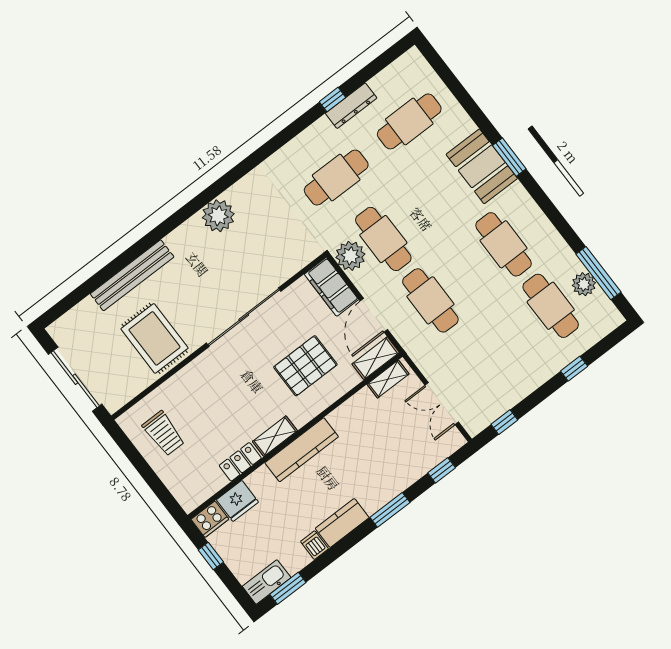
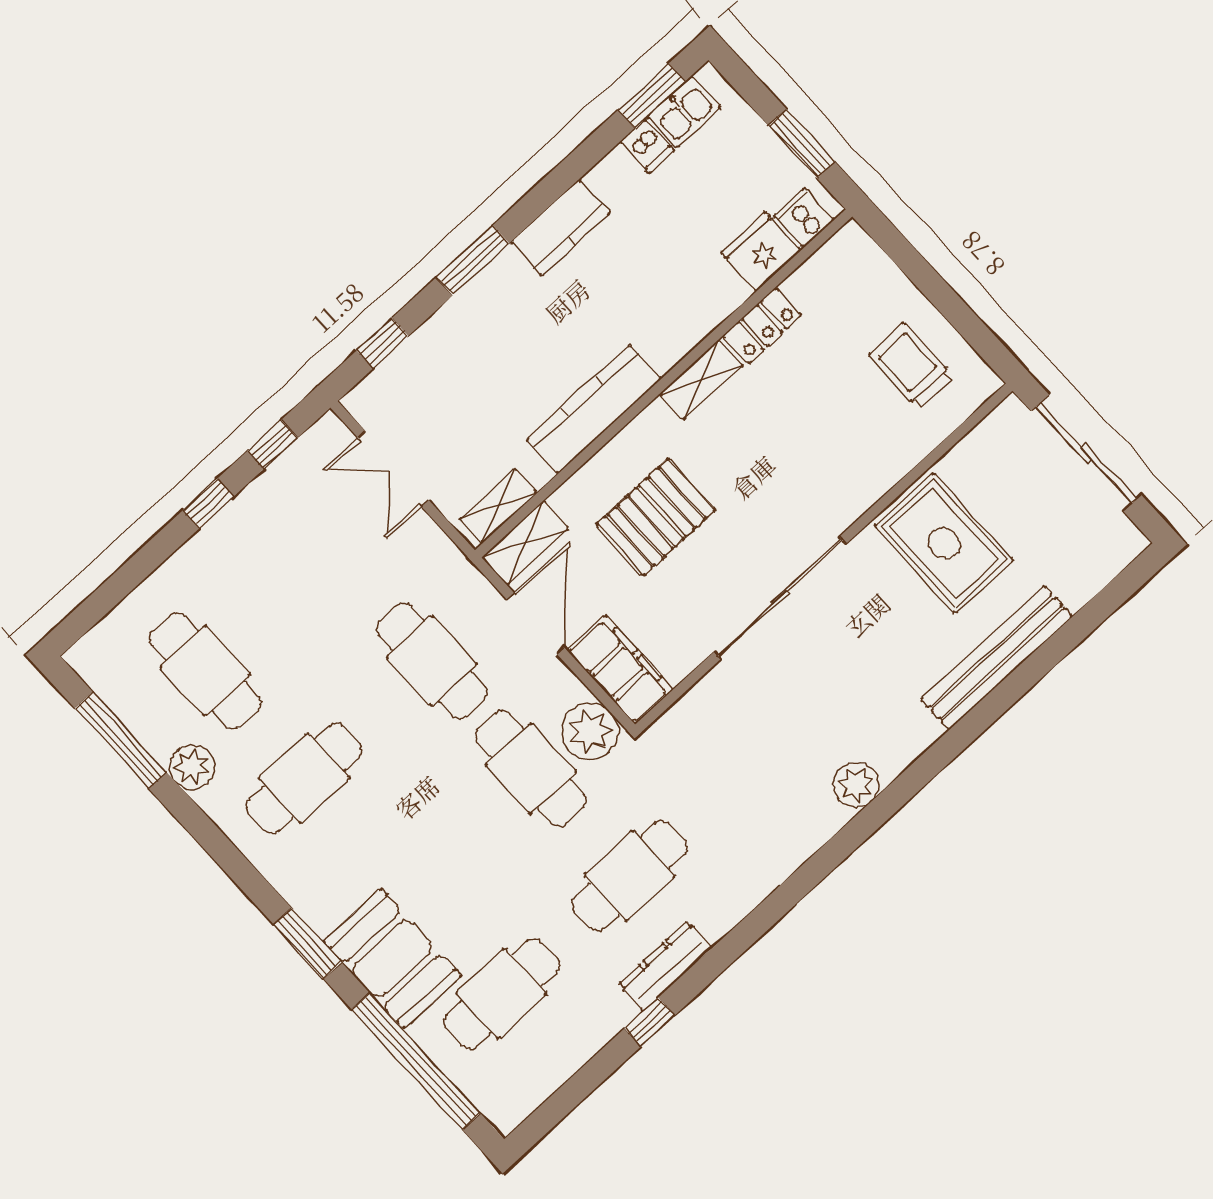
window: (458, 90) -> (416, 1061), added
dresser: (351, 106) -> (665, 966), moved
booth: (482, 166) -> (392, 959), moved
plant: (218, 216) -> (856, 785), width x0.73, depth x0.73
cafe table: (504, 244) -> (304, 778), turned 90
plant: (584, 284) -> (192, 767), moved
window: (574, 369) -> (208, 503), moved
double door: (442, 404) -> (393, 469), swing flipped
kitchen counter: (302, 450) -> (594, 409), moved
cooker: (210, 519) -> (804, 218), width x0.73
dishwasher: (314, 545) -> (647, 146), moved
window: (211, 556) -> (802, 144), width x1.50
kitchen sink: (267, 582) -> (684, 112), width x0.73

